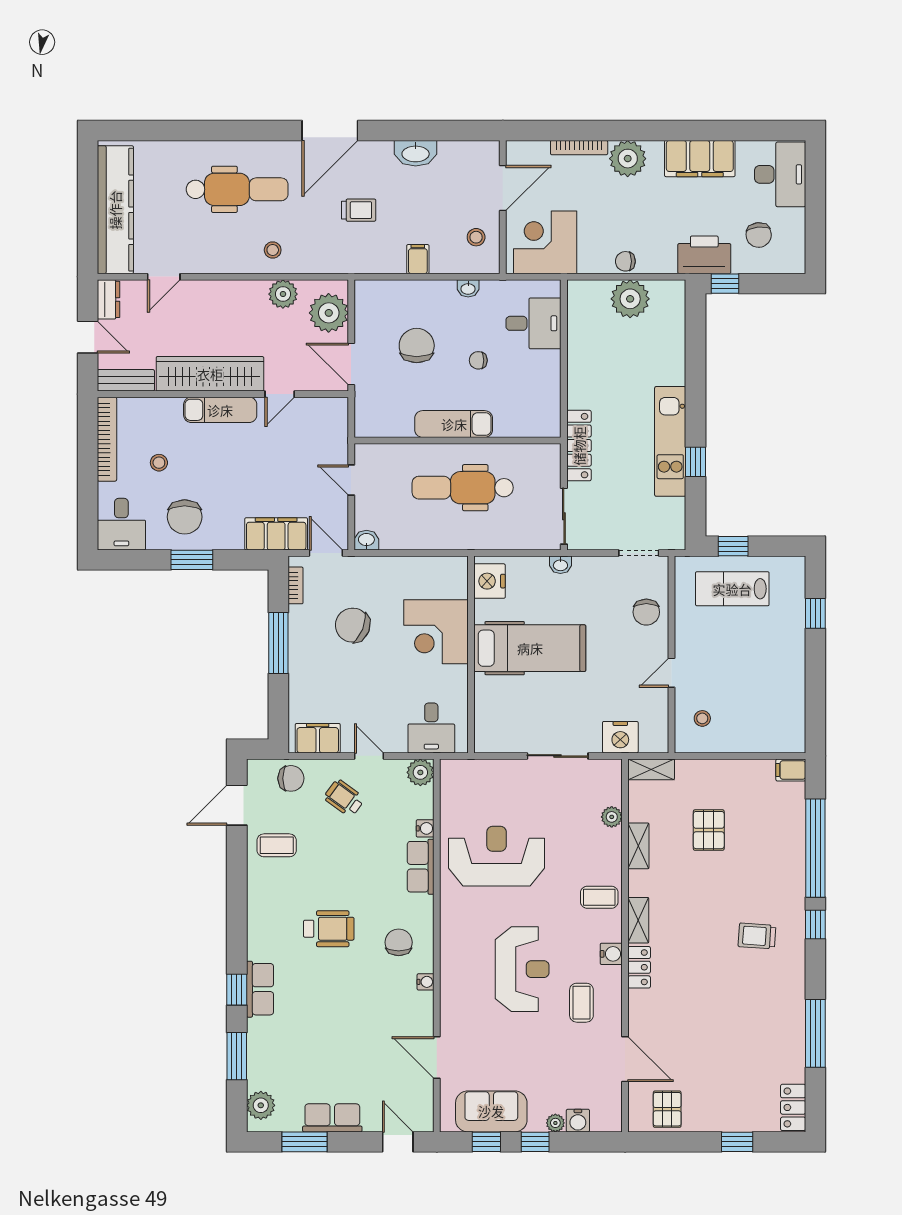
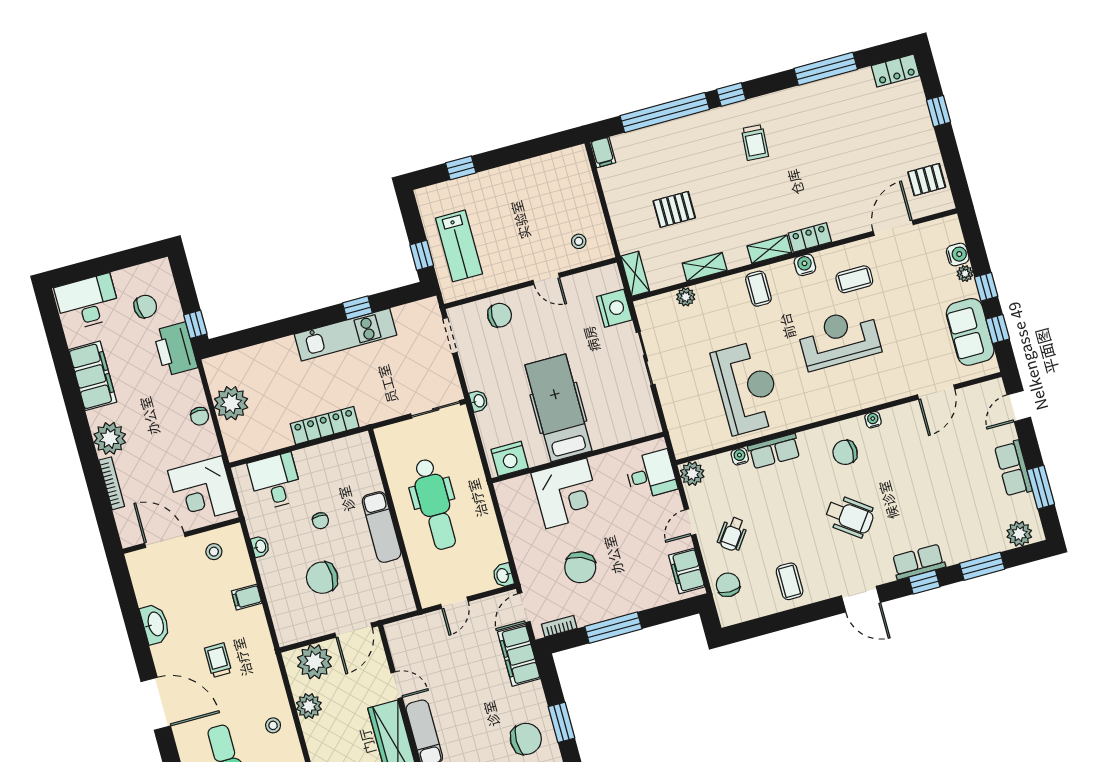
locker: (579, 446) -> (325, 426), moved
door: (237, 805) -> (861, 599), moved
reception desk: (497, 856) -> (747, 388), turned 180
wheelchair: (329, 929) -> (850, 516), turned 126

